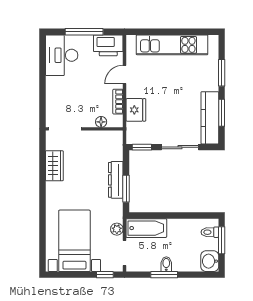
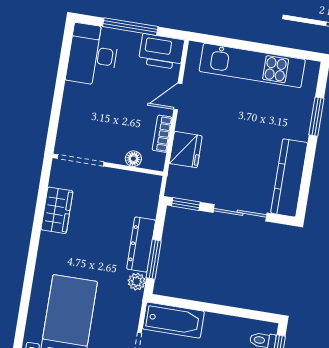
window: (222, 113) -> (307, 174), removed
plant: (117, 229) -> (137, 282), moved

